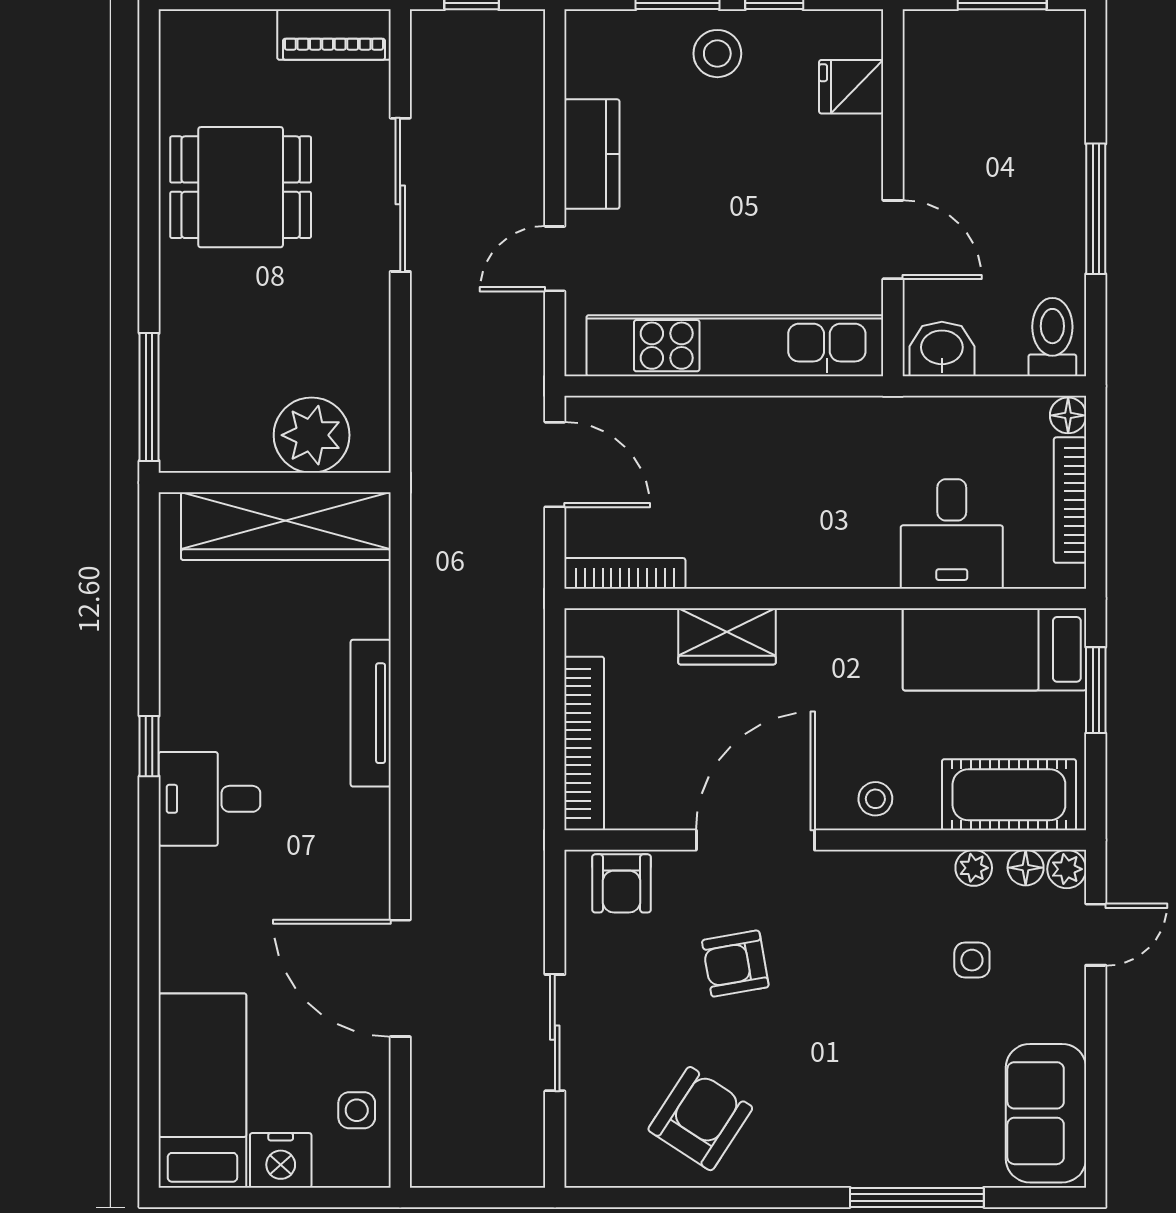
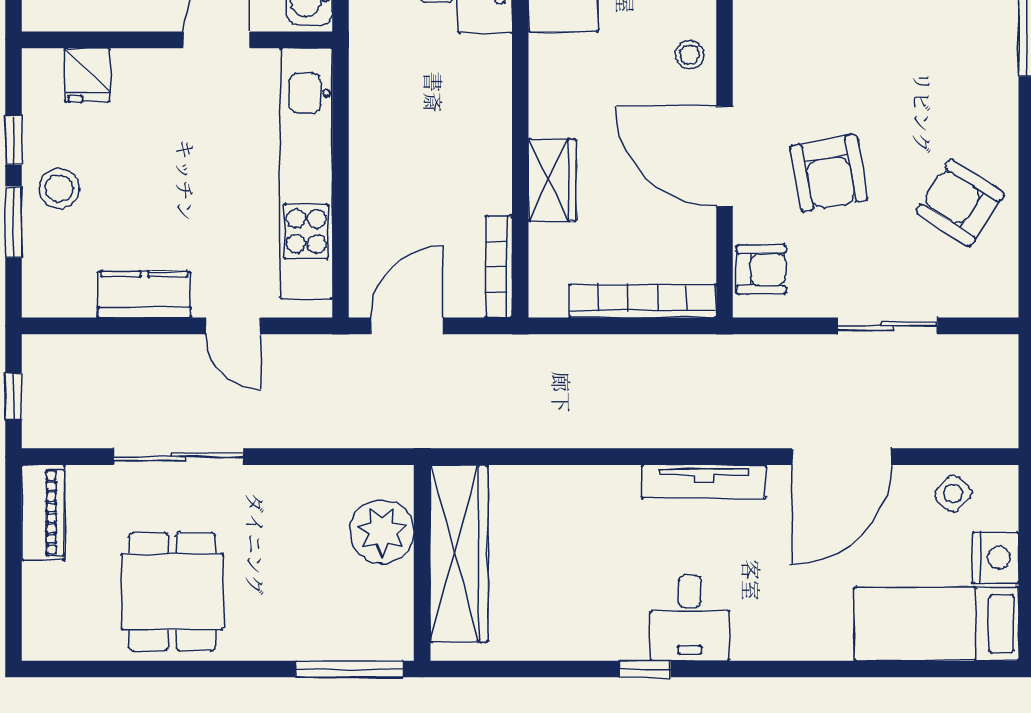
tv unit: (371, 713) -> (704, 482), moved
armchair: (735, 964) -> (829, 173), width x1.38, depth x1.38
side table: (357, 1110) -> (953, 493), turned 45

